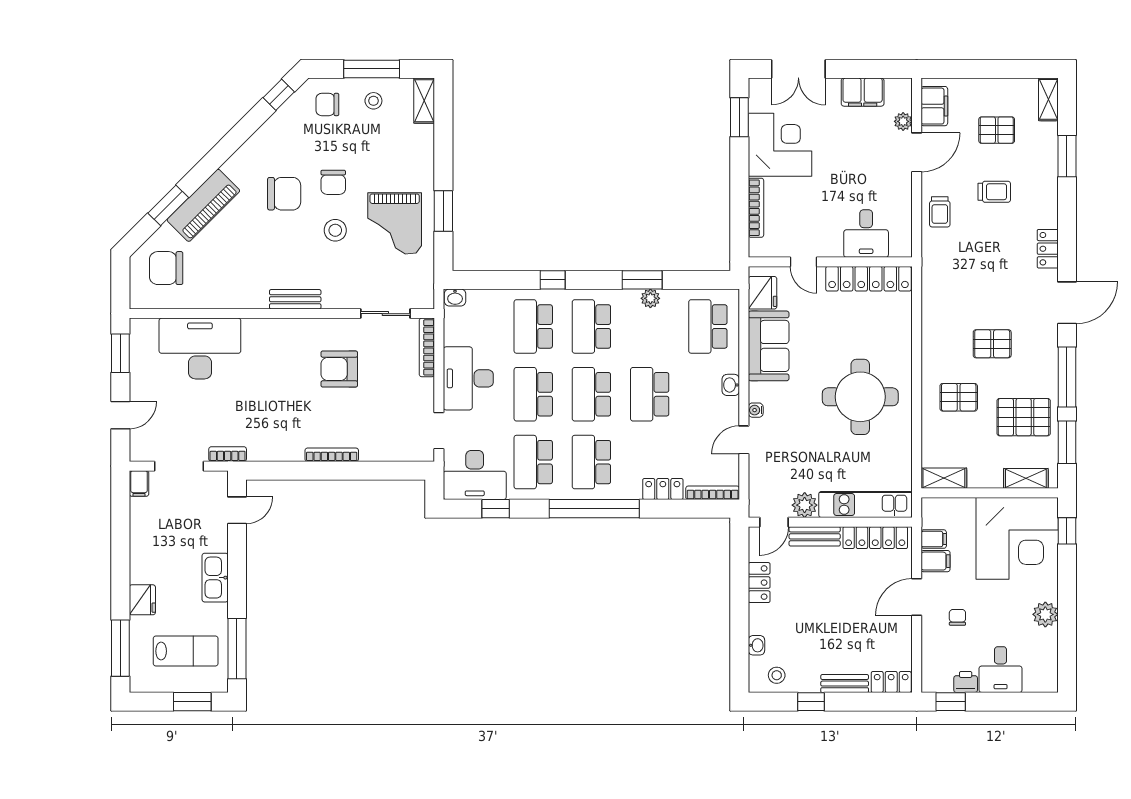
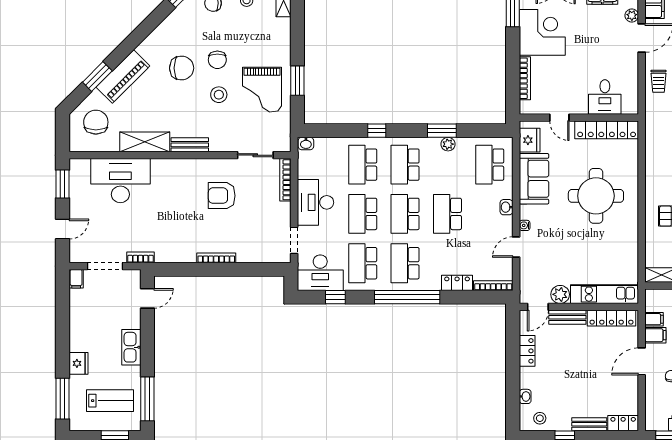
chair: (166, 268) -> (96, 122), turned 90
shelving: (233, 295) -> (145, 142), added
round table: (860, 397) -> (596, 196), moved

